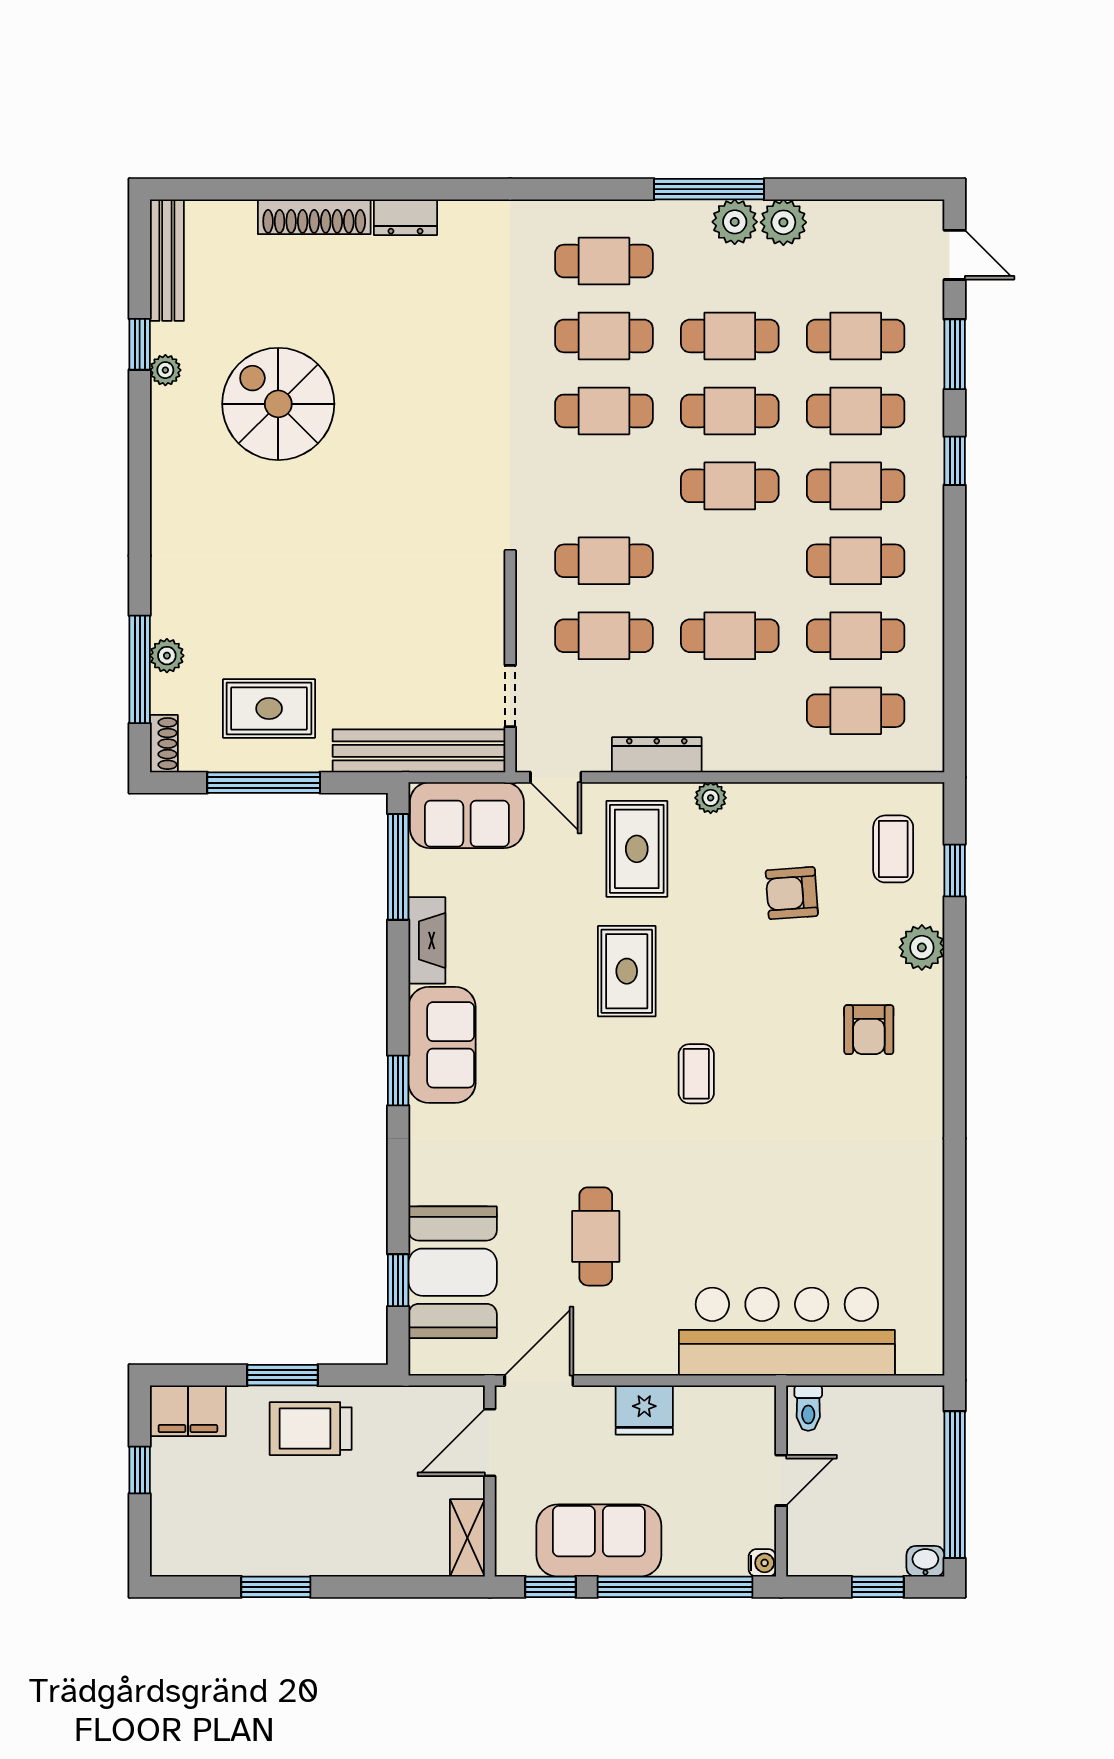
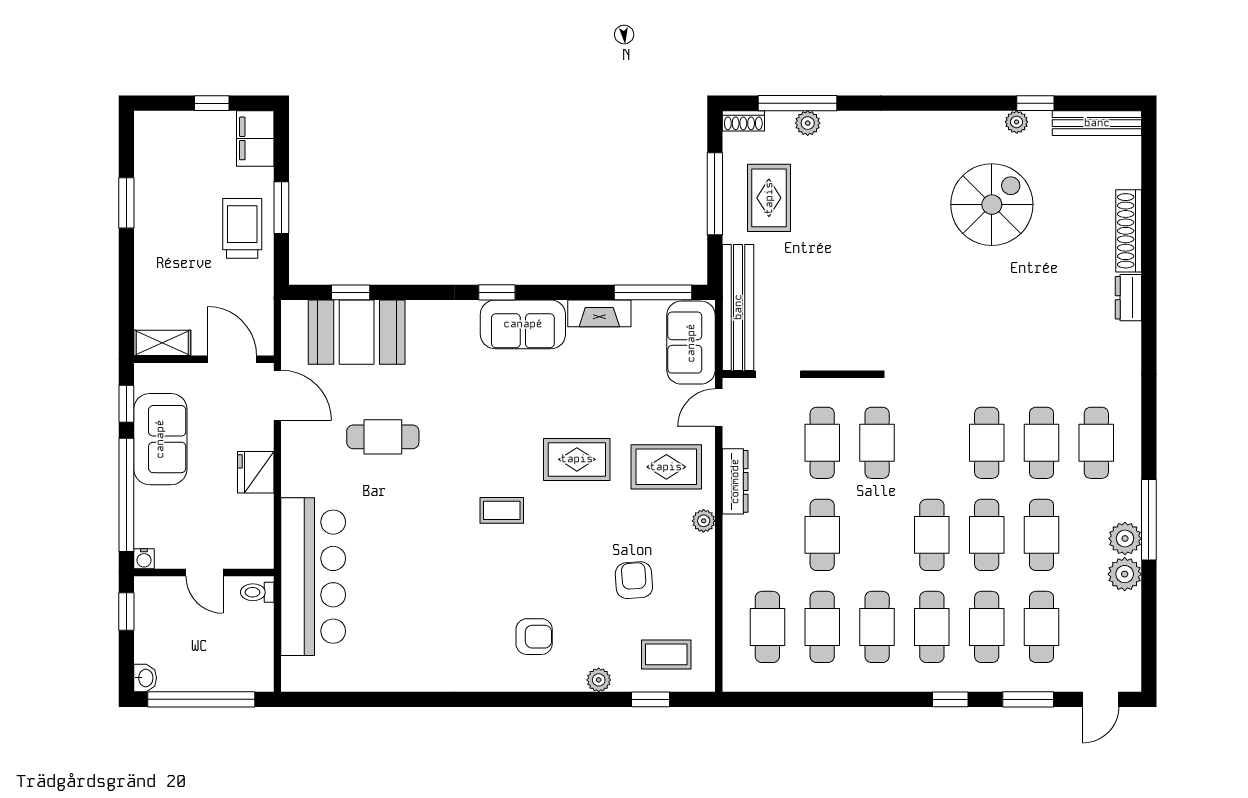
plant: (922, 947) -> (599, 680), width x0.73, depth x0.73
armchair: (869, 1030) -> (534, 637), turned 180
window: (878, 1587) -> (126, 612), moved

